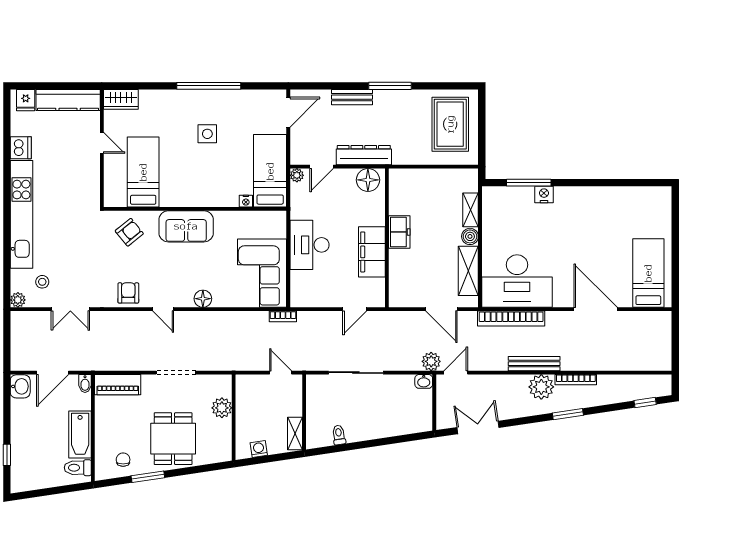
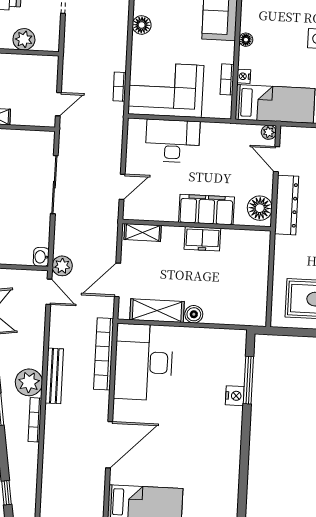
floor lamp: (212, 201) -> (246, 40), added
shelving: (471, 210) -> (143, 232), moved
bookcase: (250, 216) -> (227, 79), added
desk: (309, 245) -> (173, 141), moved
filing cabinet: (372, 252) -> (206, 210), moved
door: (355, 309) -> (122, 187), swing flipped
bookcase: (283, 316) -> (120, 87), moved

